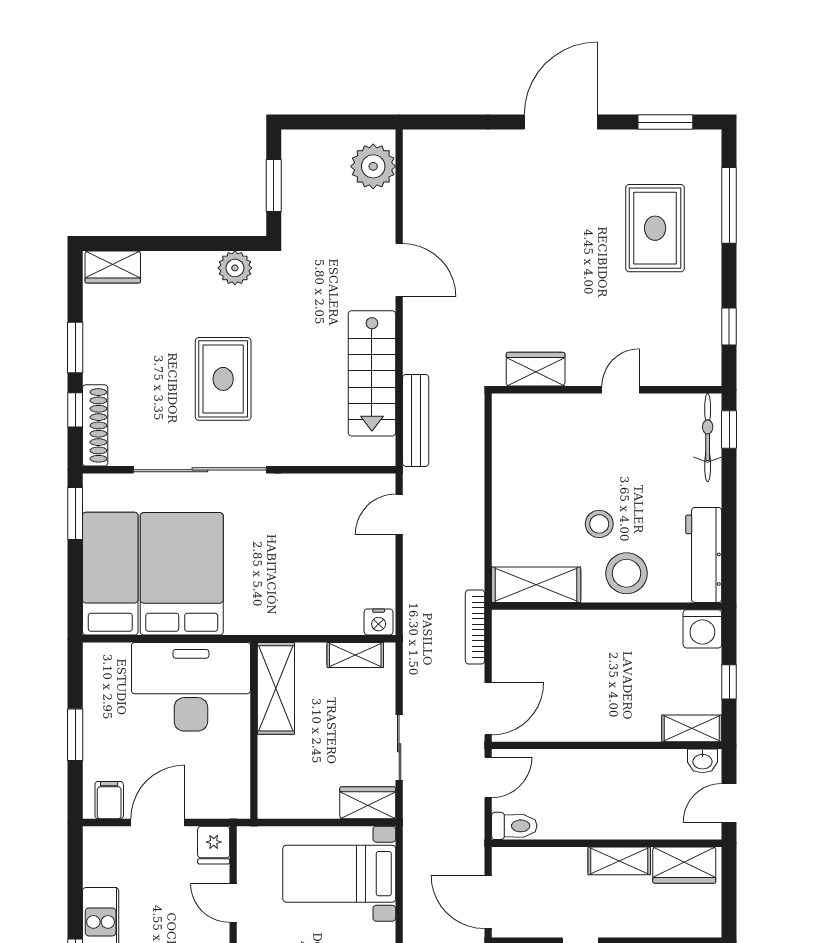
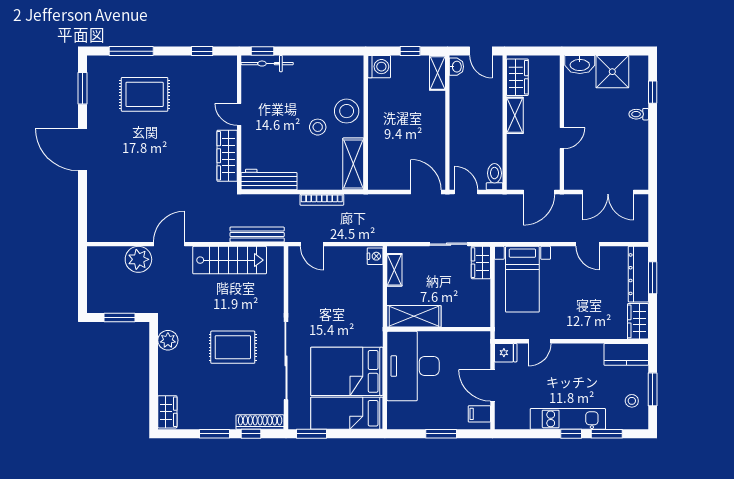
plant: (373, 166) -> (138, 259), moved
wardrobe: (536, 369) -> (227, 156), width x1.50
workbench: (704, 555) -> (269, 180), moved, turned 180
bookcase: (475, 627) -> (322, 200), moved

